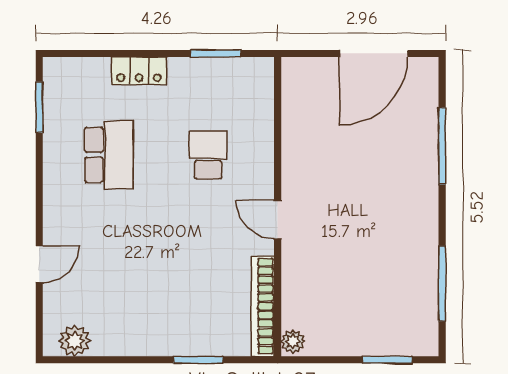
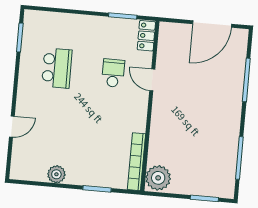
locker: (139, 71) -> (146, 36), moved, turned 90
door: (278, 220) -> (152, 80), moved
plant: (75, 341) -> (56, 174), moved
plant: (293, 341) -> (158, 178), width x1.87, depth x1.87

